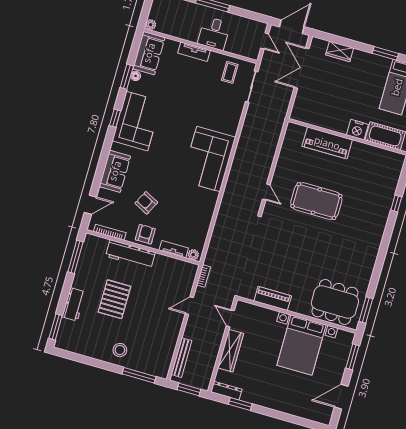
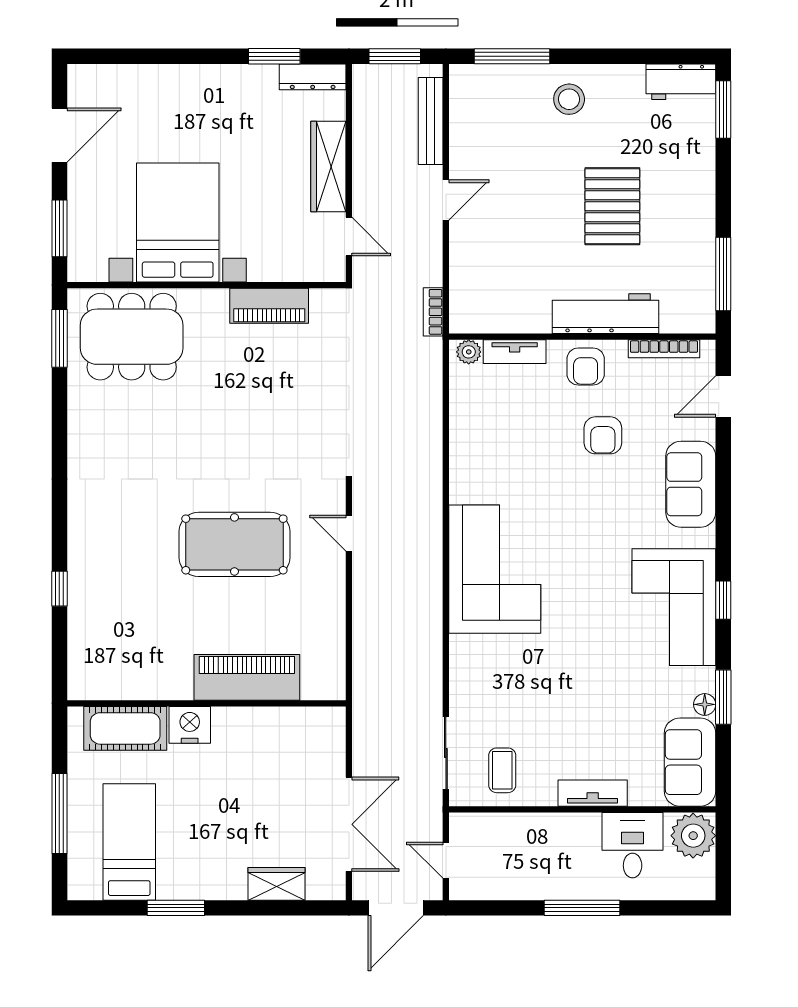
plant: (151, 25) -> (693, 836), width x1.88, depth x1.88
desk: (214, 33) -> (633, 845), moved
armchair: (146, 203) -> (603, 435), turned 63
workbench: (74, 304) -> (681, 82), moved, turned -90
door: (189, 306) -> (446, 200), moved

